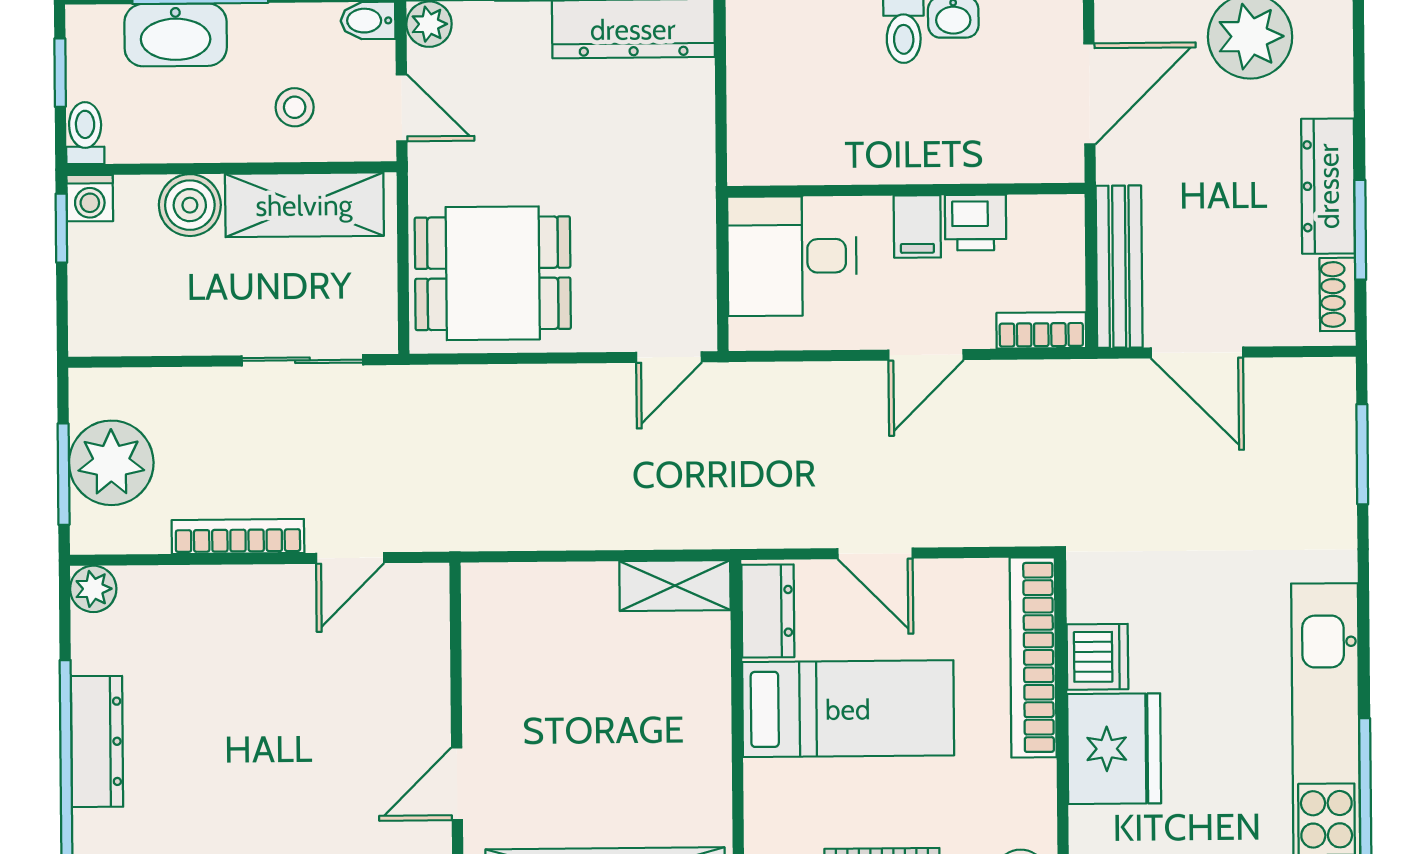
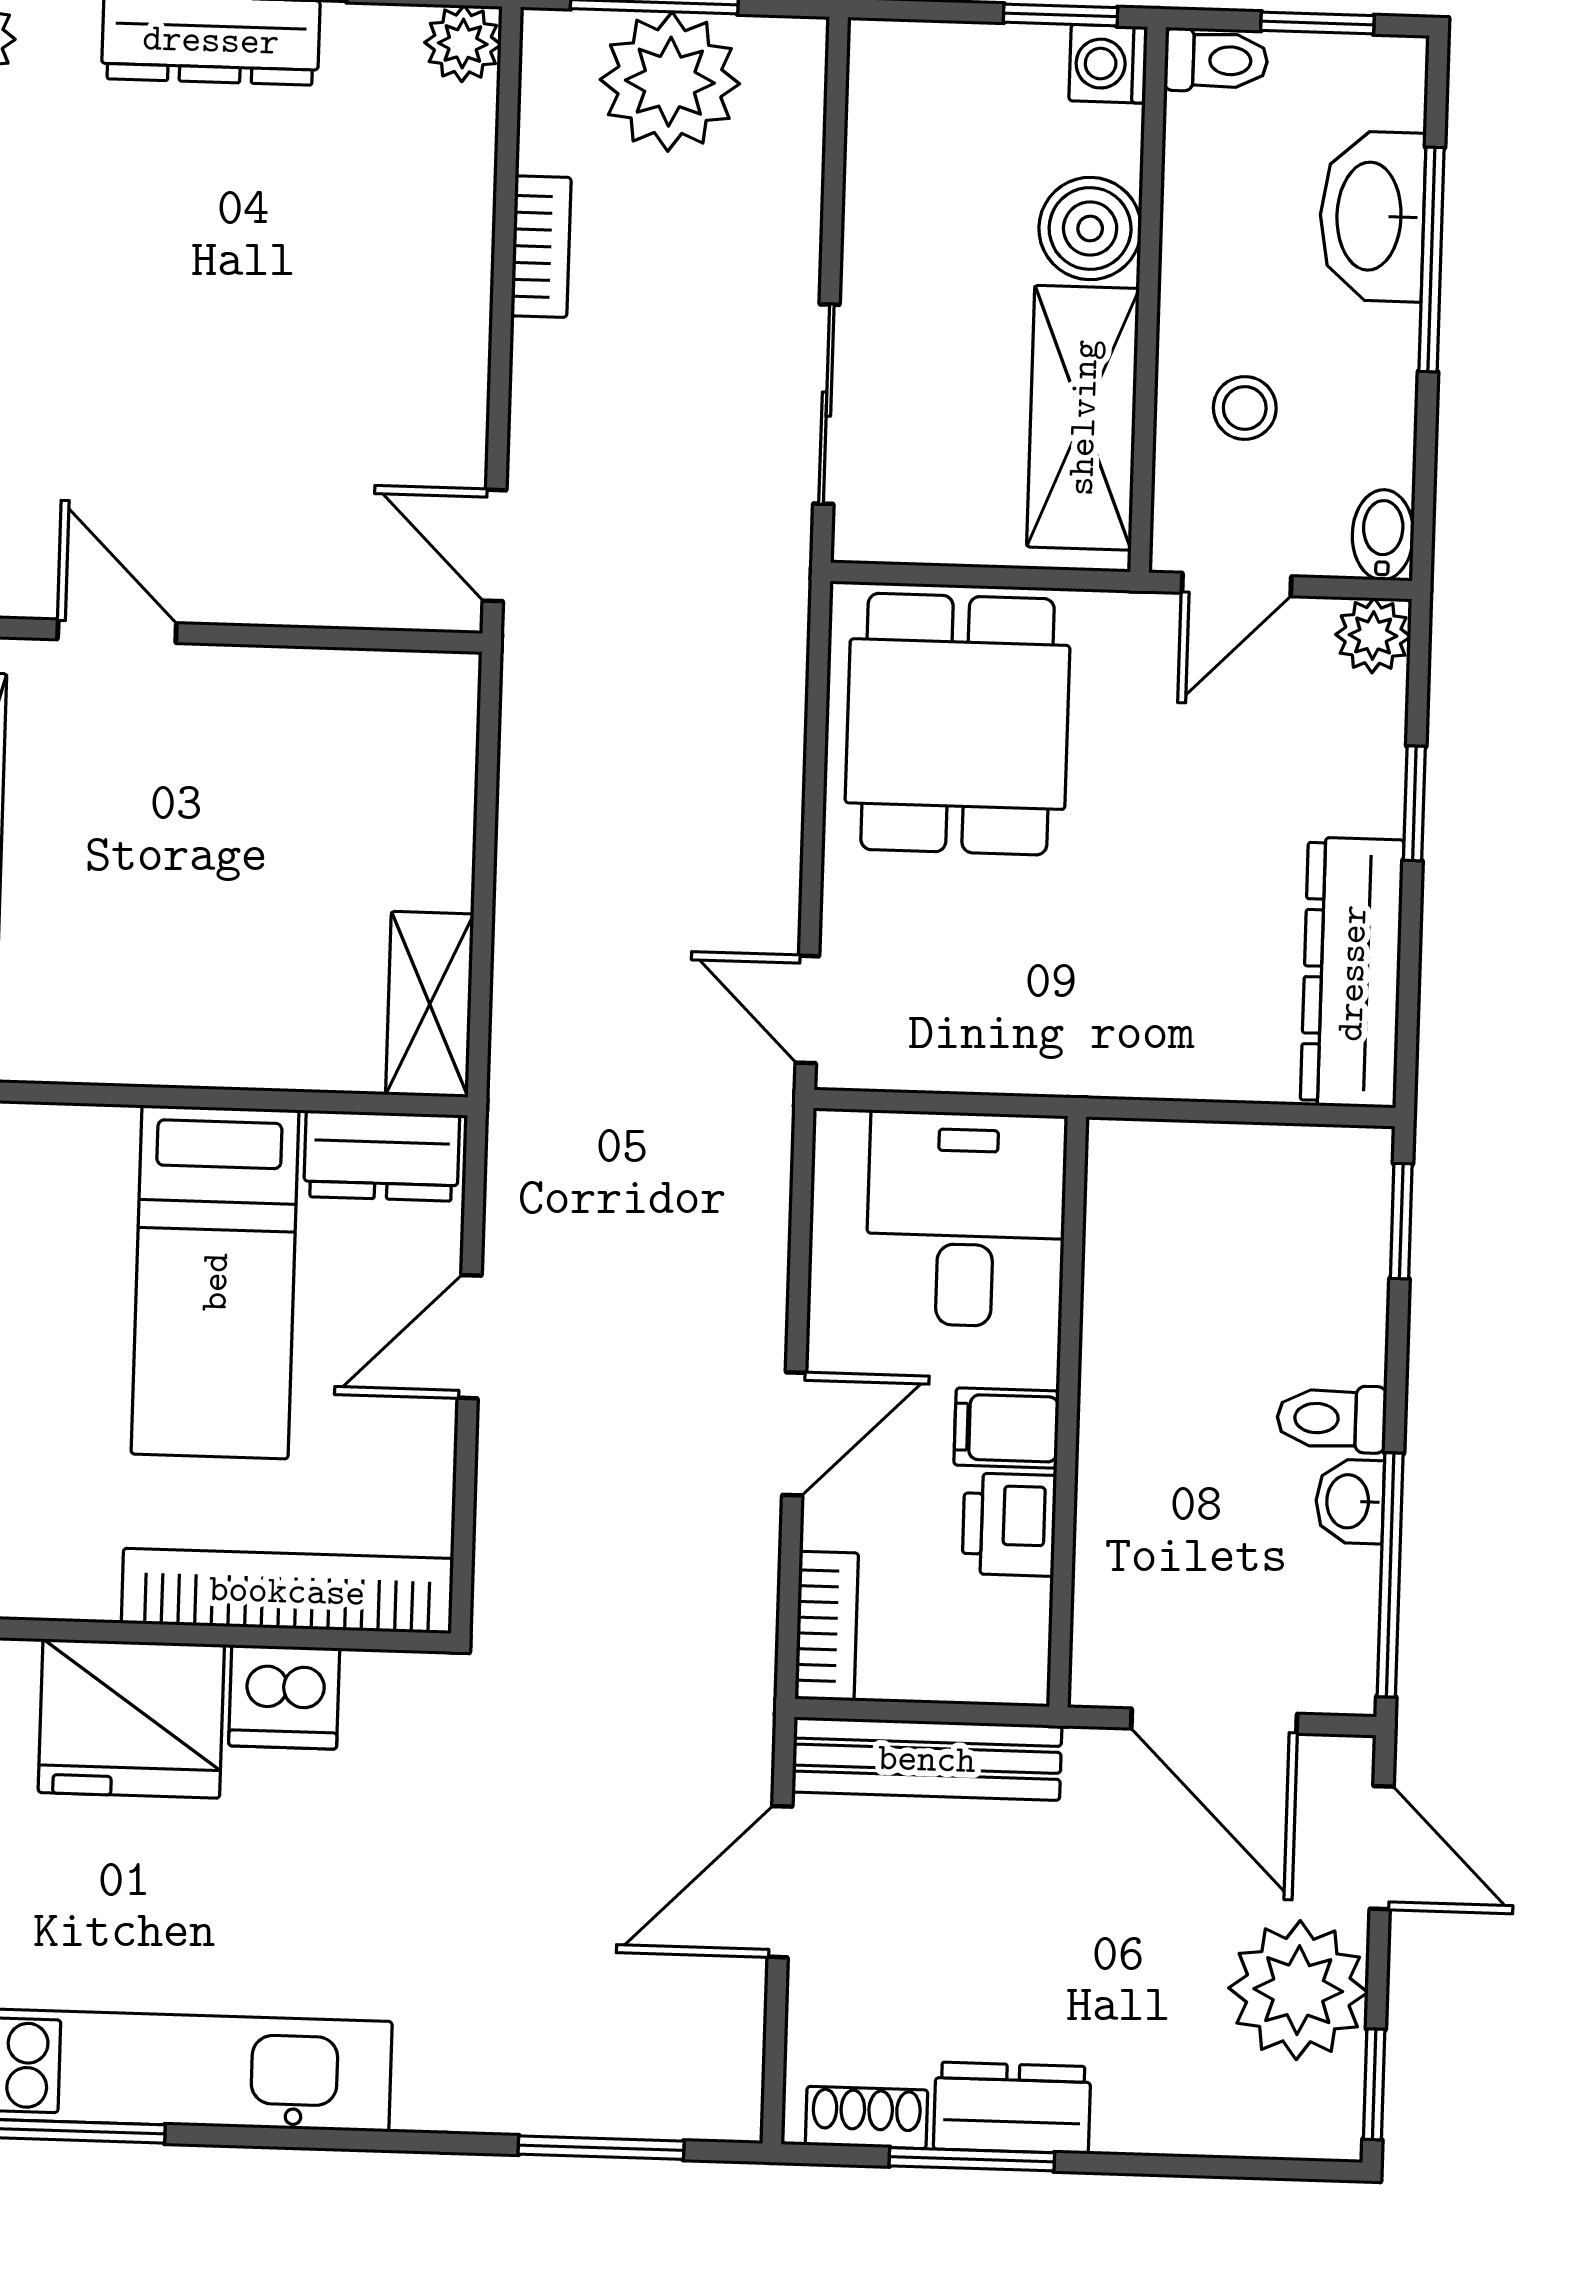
dresser: (1328, 186) -> (1012, 2108), width x0.70
door: (926, 355) -> (794, 1434), swing flipped
bookcase: (238, 537) -> (541, 247), width x0.64
door: (350, 558) -> (494, 545), moved

